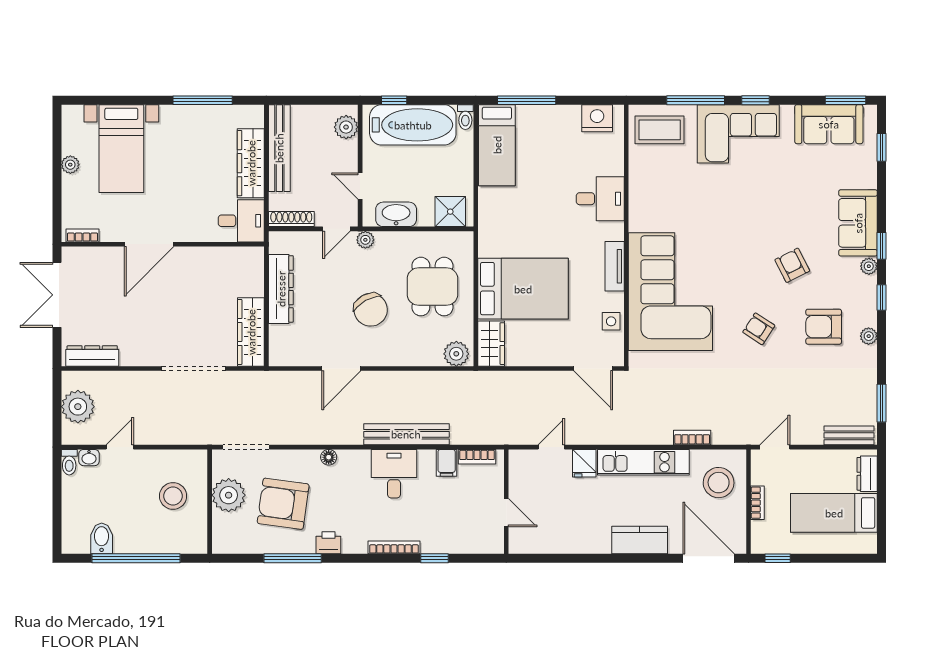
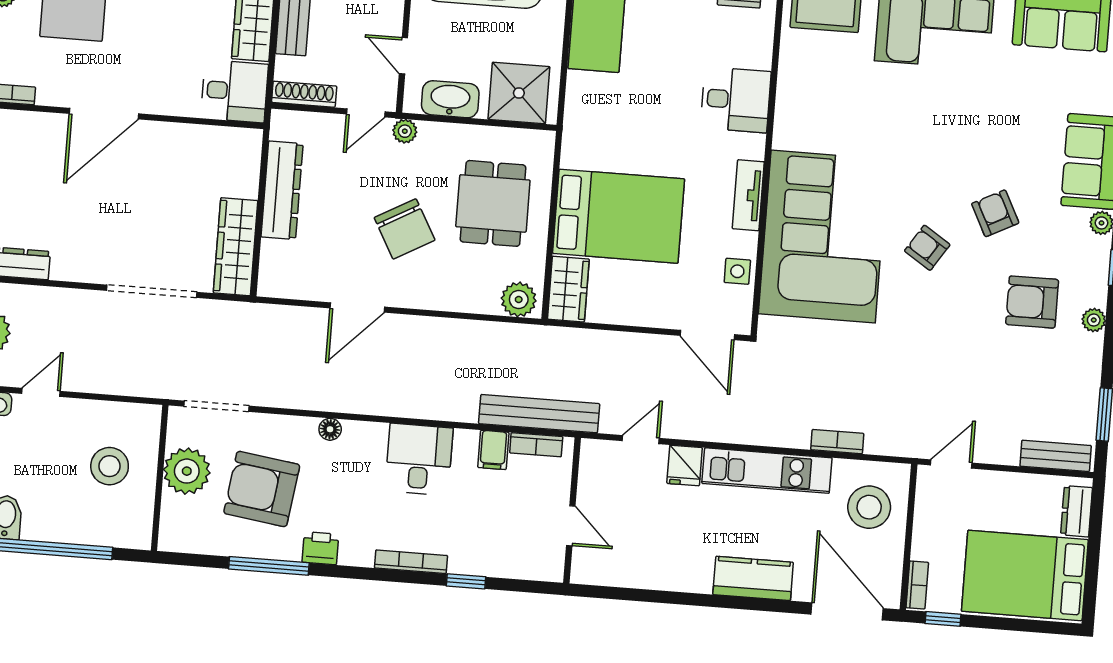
shower: (450, 212) -> (519, 93), width x1.36, depth x1.36
armchair: (759, 329) -> (927, 248), moved
bench: (406, 434) -> (539, 414), moved
bookcase: (757, 503) -> (917, 585), moved
bed: (834, 513) -> (1025, 575), width x1.50

